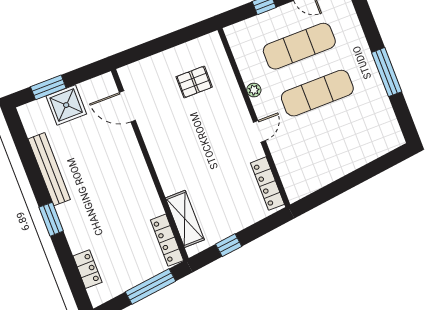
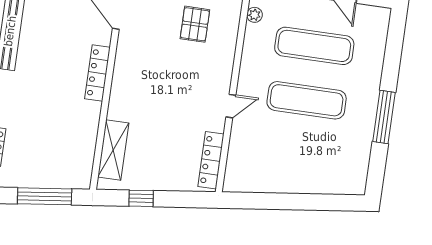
pallet: (194, 82) -> (195, 24), turned 90
plant: (254, 90) -> (255, 15), moved
locker: (167, 240) -> (97, 73), moved

